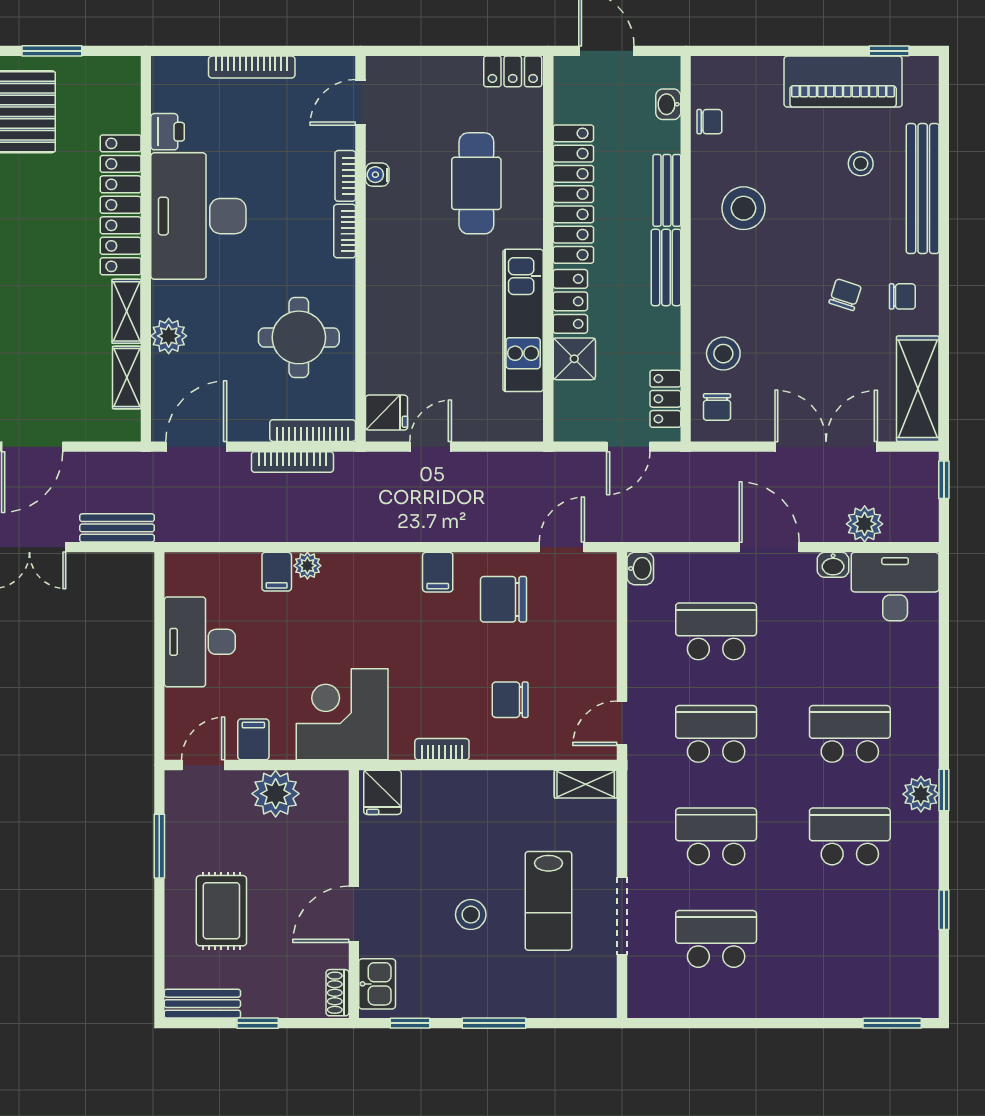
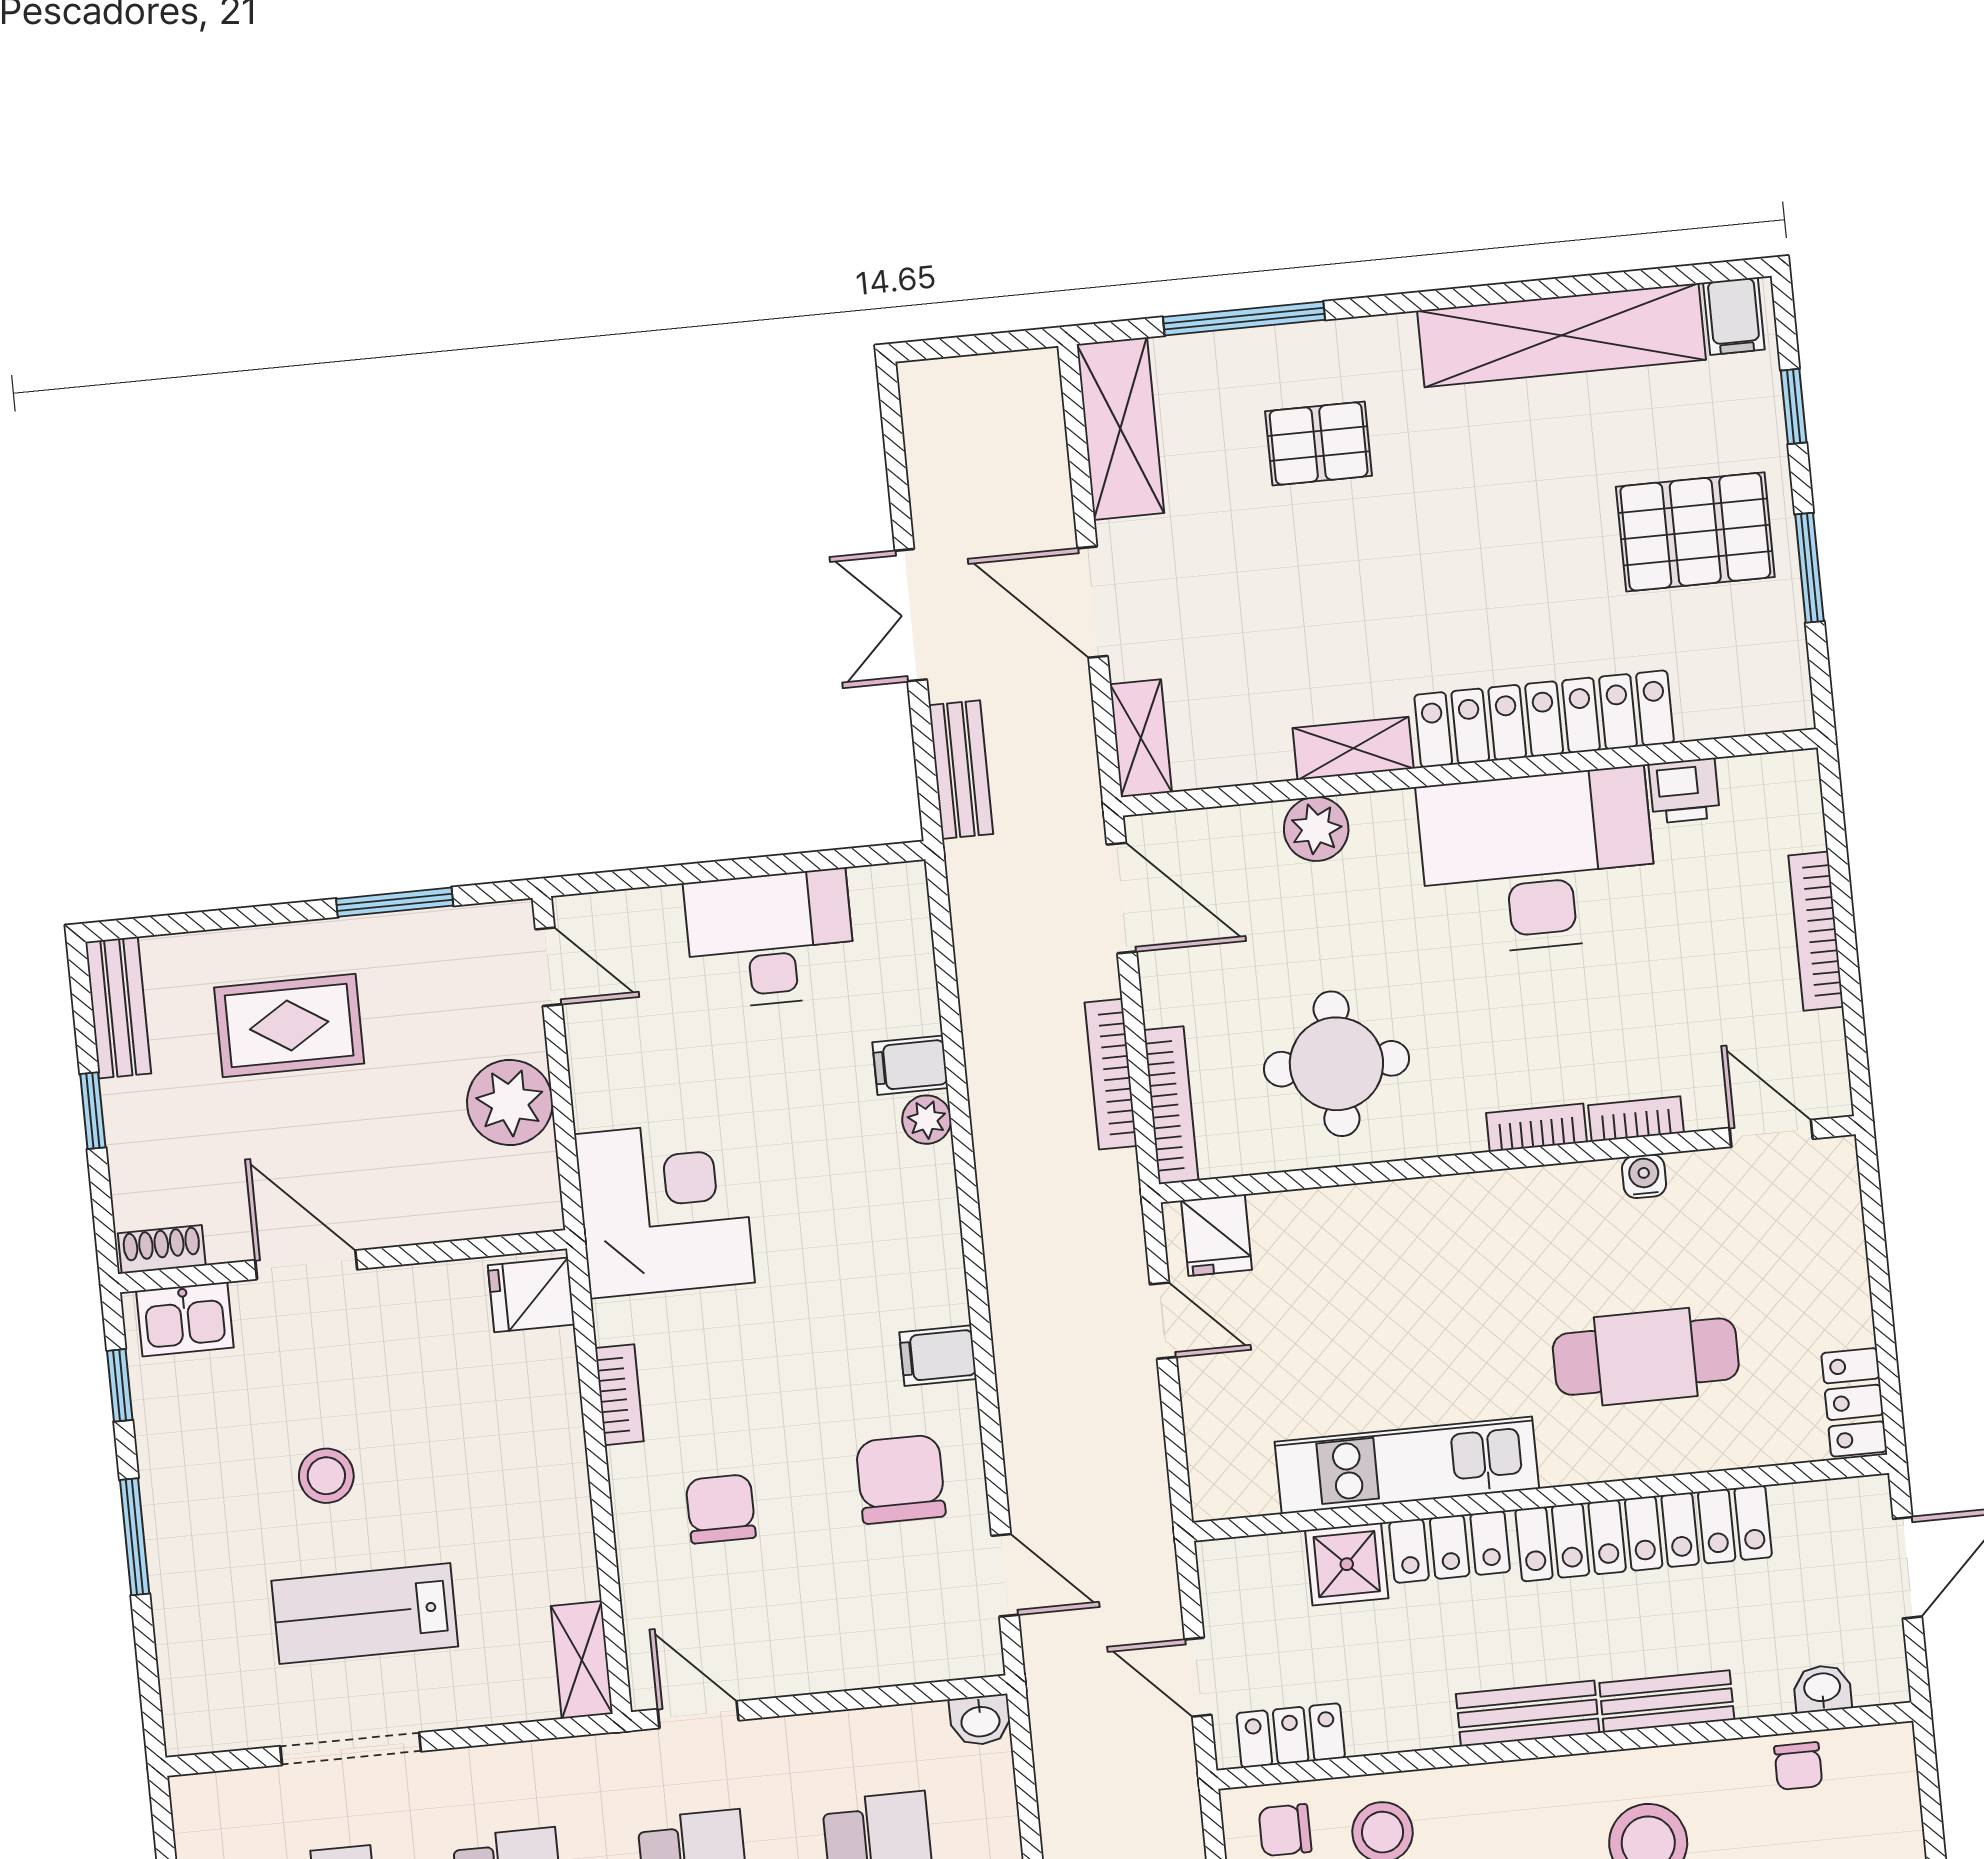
shelving: (127, 378) -> (1141, 738), moved, turned 90
filing cabinet: (253, 739) -> (604, 1053), removed

